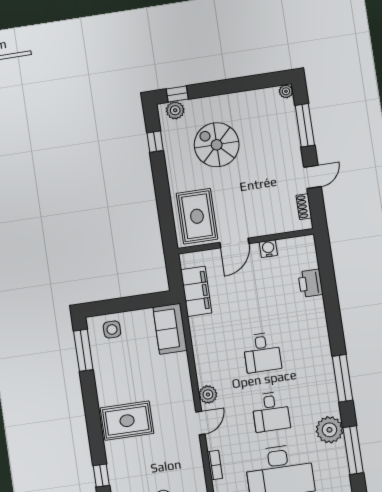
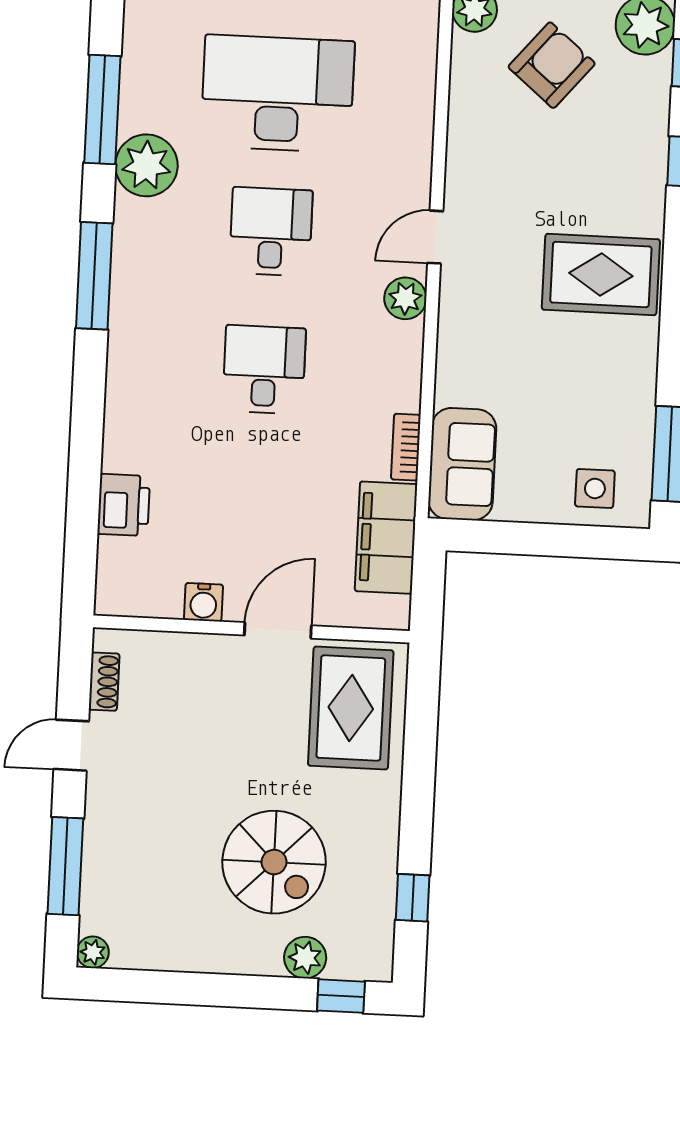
plant: (175, 110) -> (305, 958), moved
bookcase: (215, 465) -> (406, 447), moved

